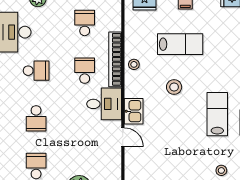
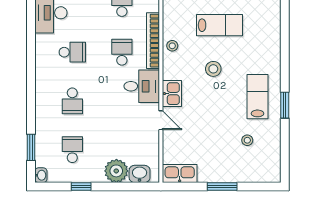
stool: (221, 170) -> (247, 140), moved

